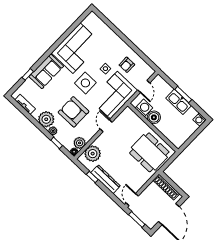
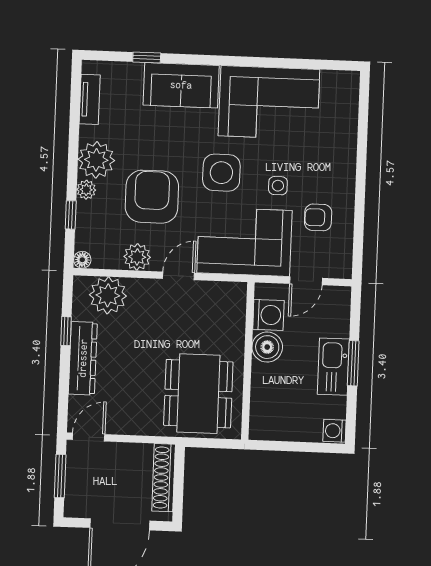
plant: (80, 143) -> (137, 257), moved

